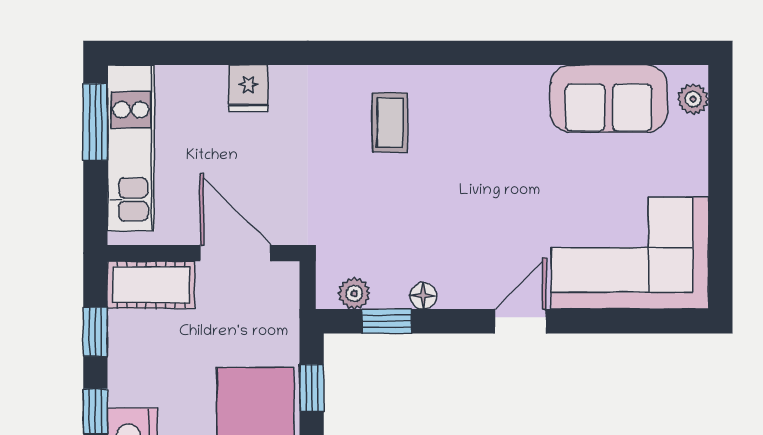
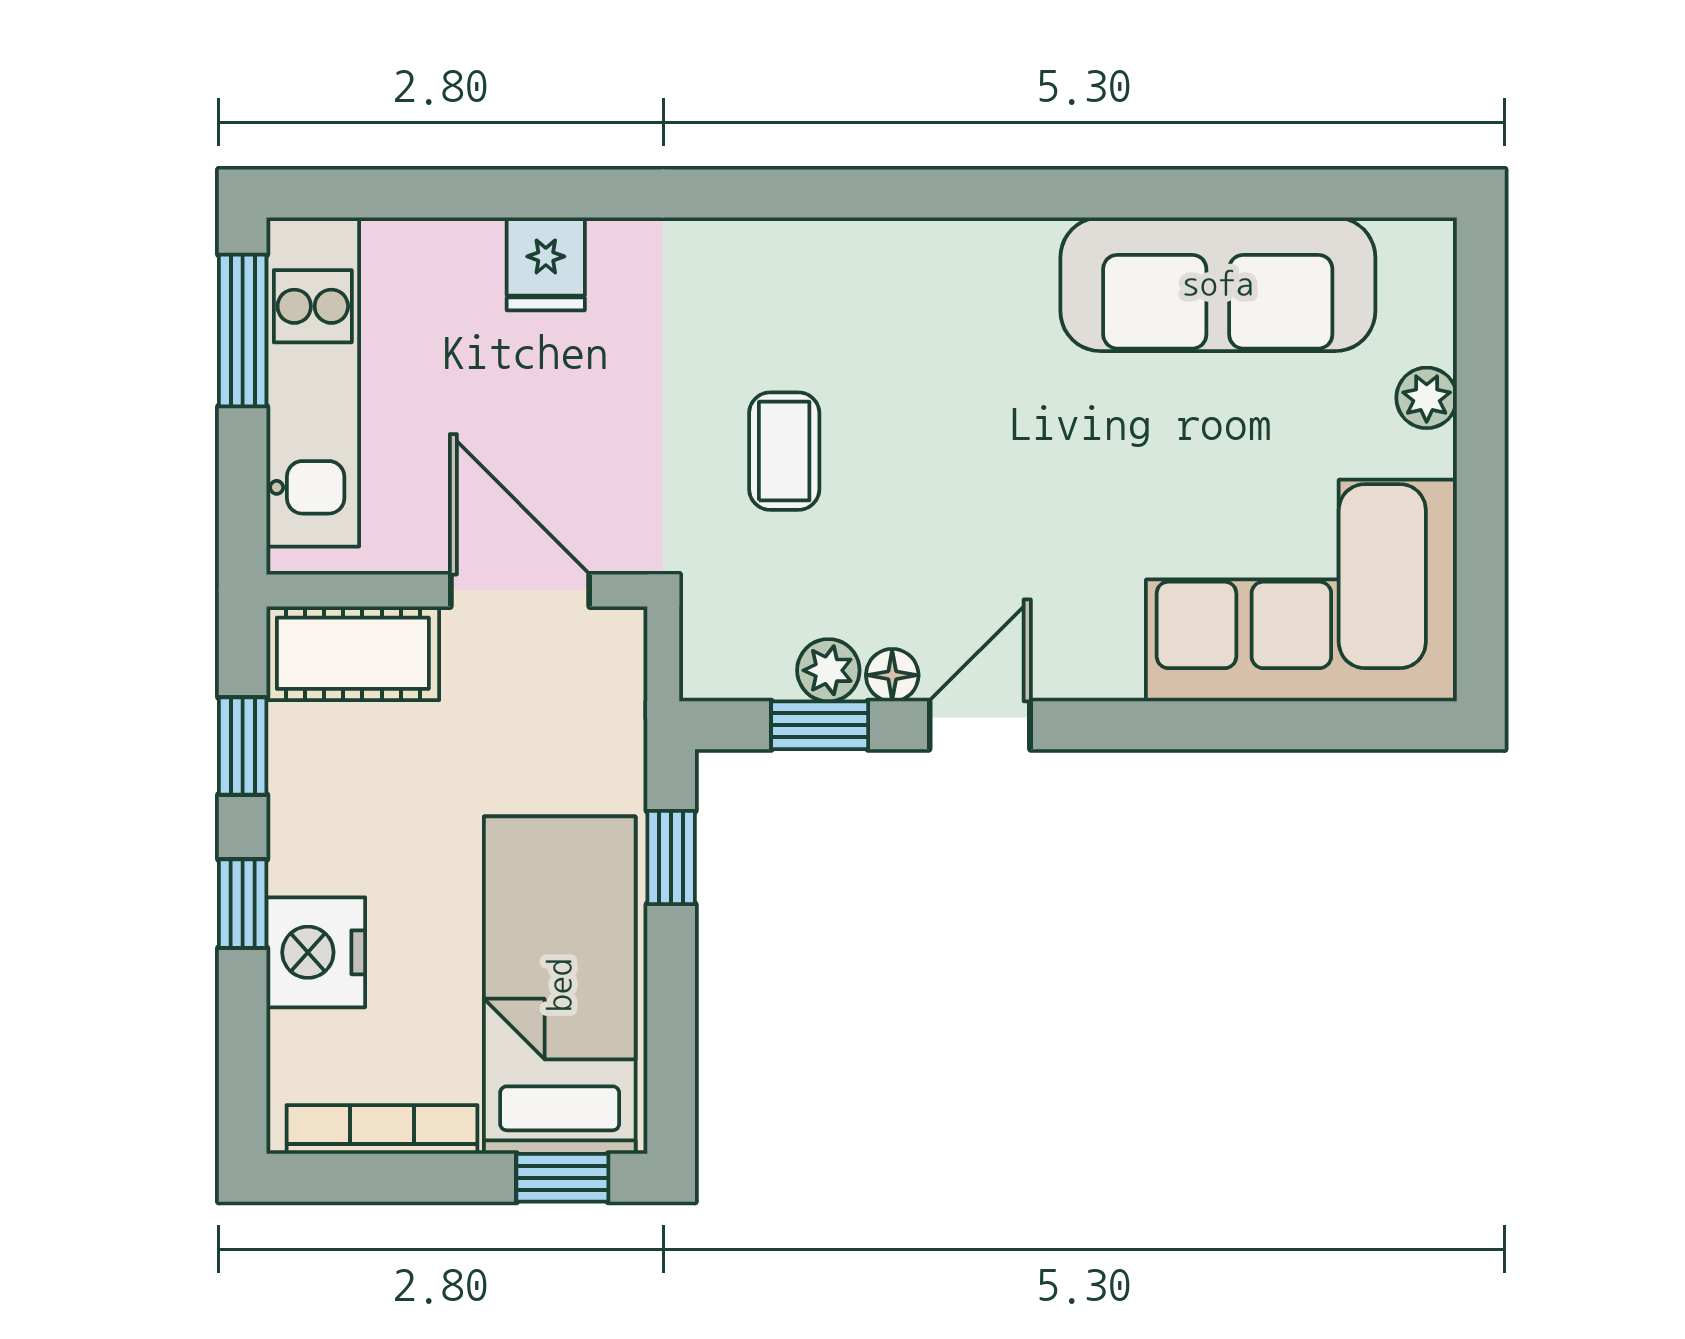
sofa: (609, 99) -> (1218, 284), width x1.36
plant: (693, 99) -> (1427, 398), moved
coffee table: (390, 122) -> (784, 451), moved
plant: (354, 293) -> (828, 670), moved
door: (520, 321) -> (980, 725), moved

